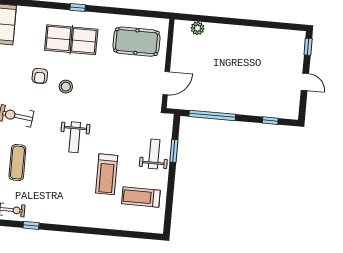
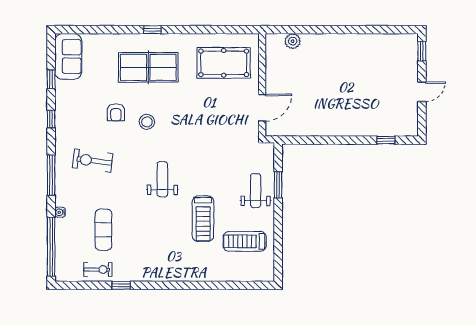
door: (305, 82) -> (422, 92), hinge flipped
window: (212, 115) -> (319, 140), removed
weight bench: (75, 137) -> (162, 179), turned 180
exercise mat: (17, 163) -> (103, 230), moved

